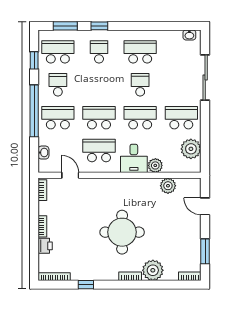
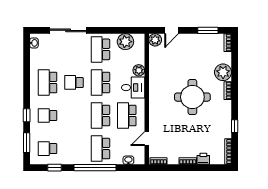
school desk: (58, 52) -> (48, 149), width x0.54
school desk: (58, 85) -> (74, 149), removed
plant: (168, 186) -> (155, 40), moved

